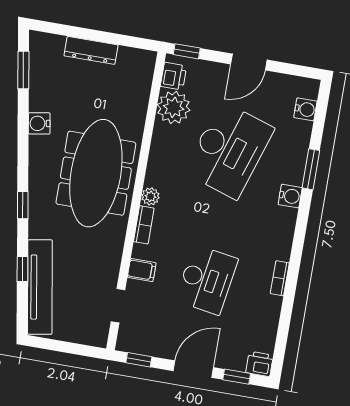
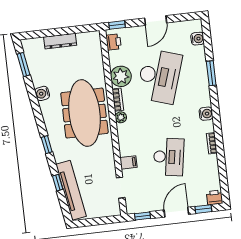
plant: (174, 107) -> (121, 76), moved
water cooler: (290, 196) -> (206, 114), moved
bookcase: (144, 225) -> (118, 100), moved

